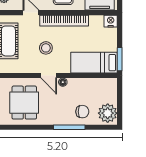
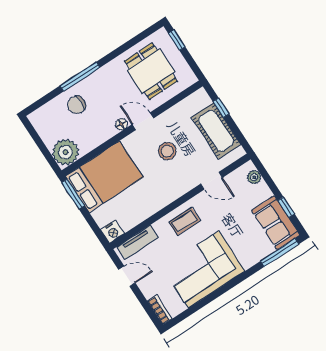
bookcase: (64, 21) -> (167, 197), removed
bed: (94, 63) -> (104, 177), width x1.50
plant: (108, 113) -> (65, 152), moved

